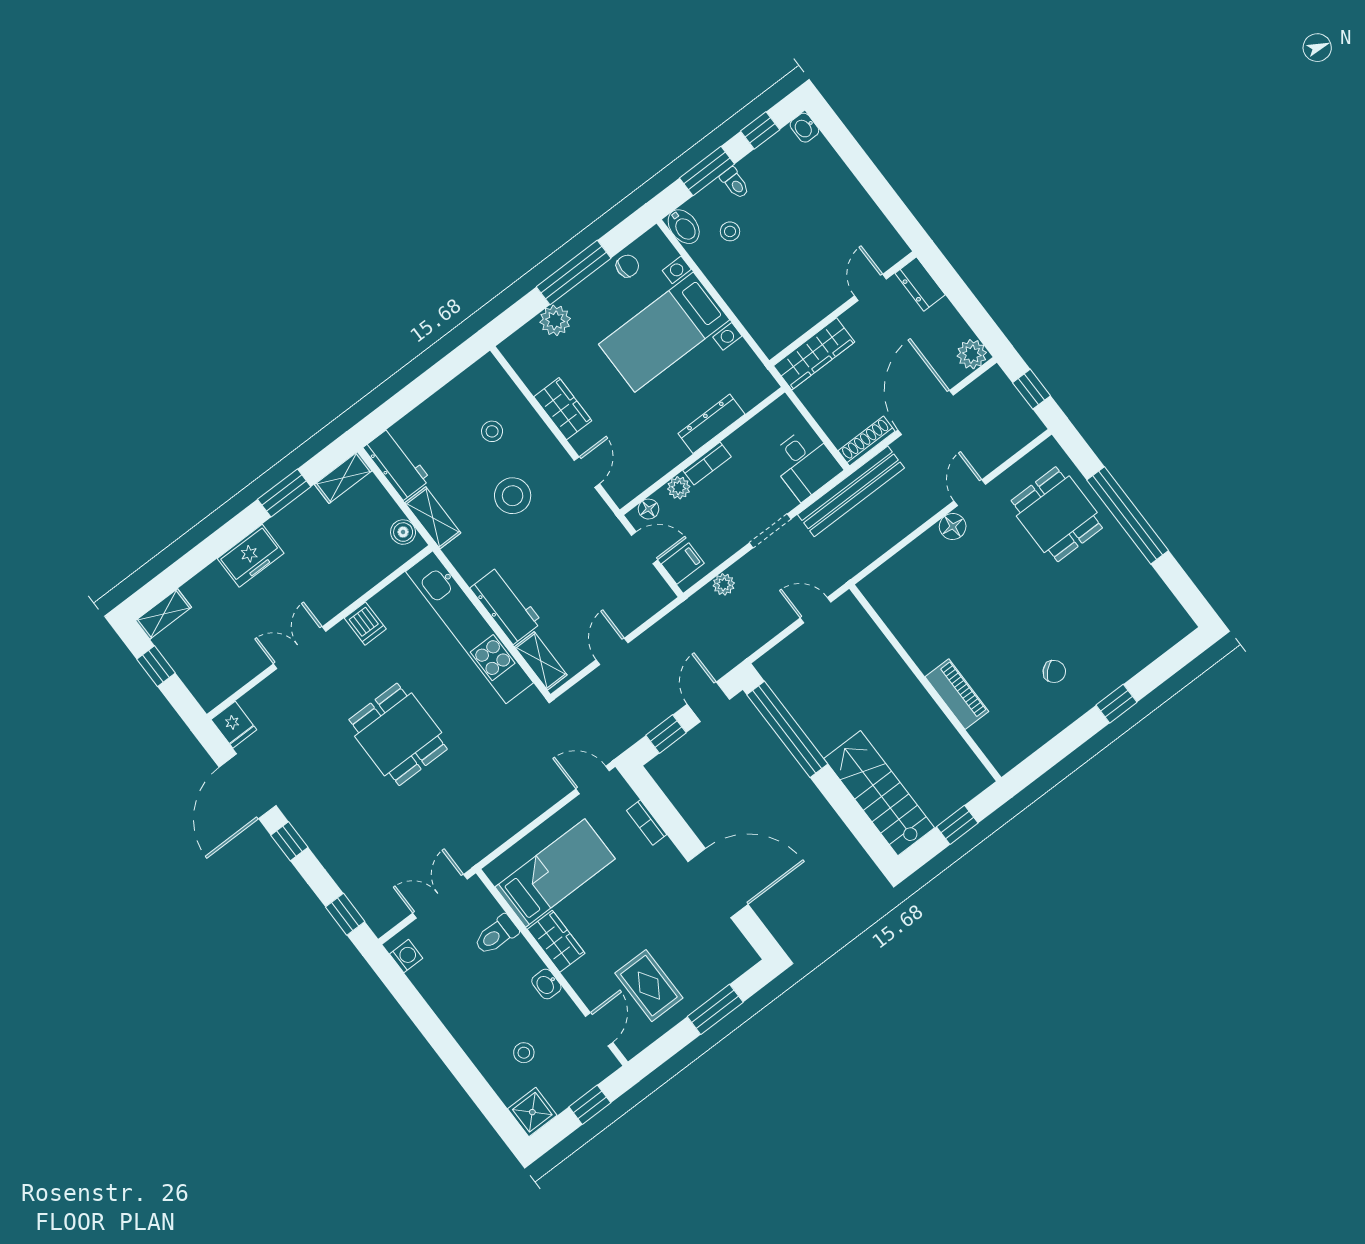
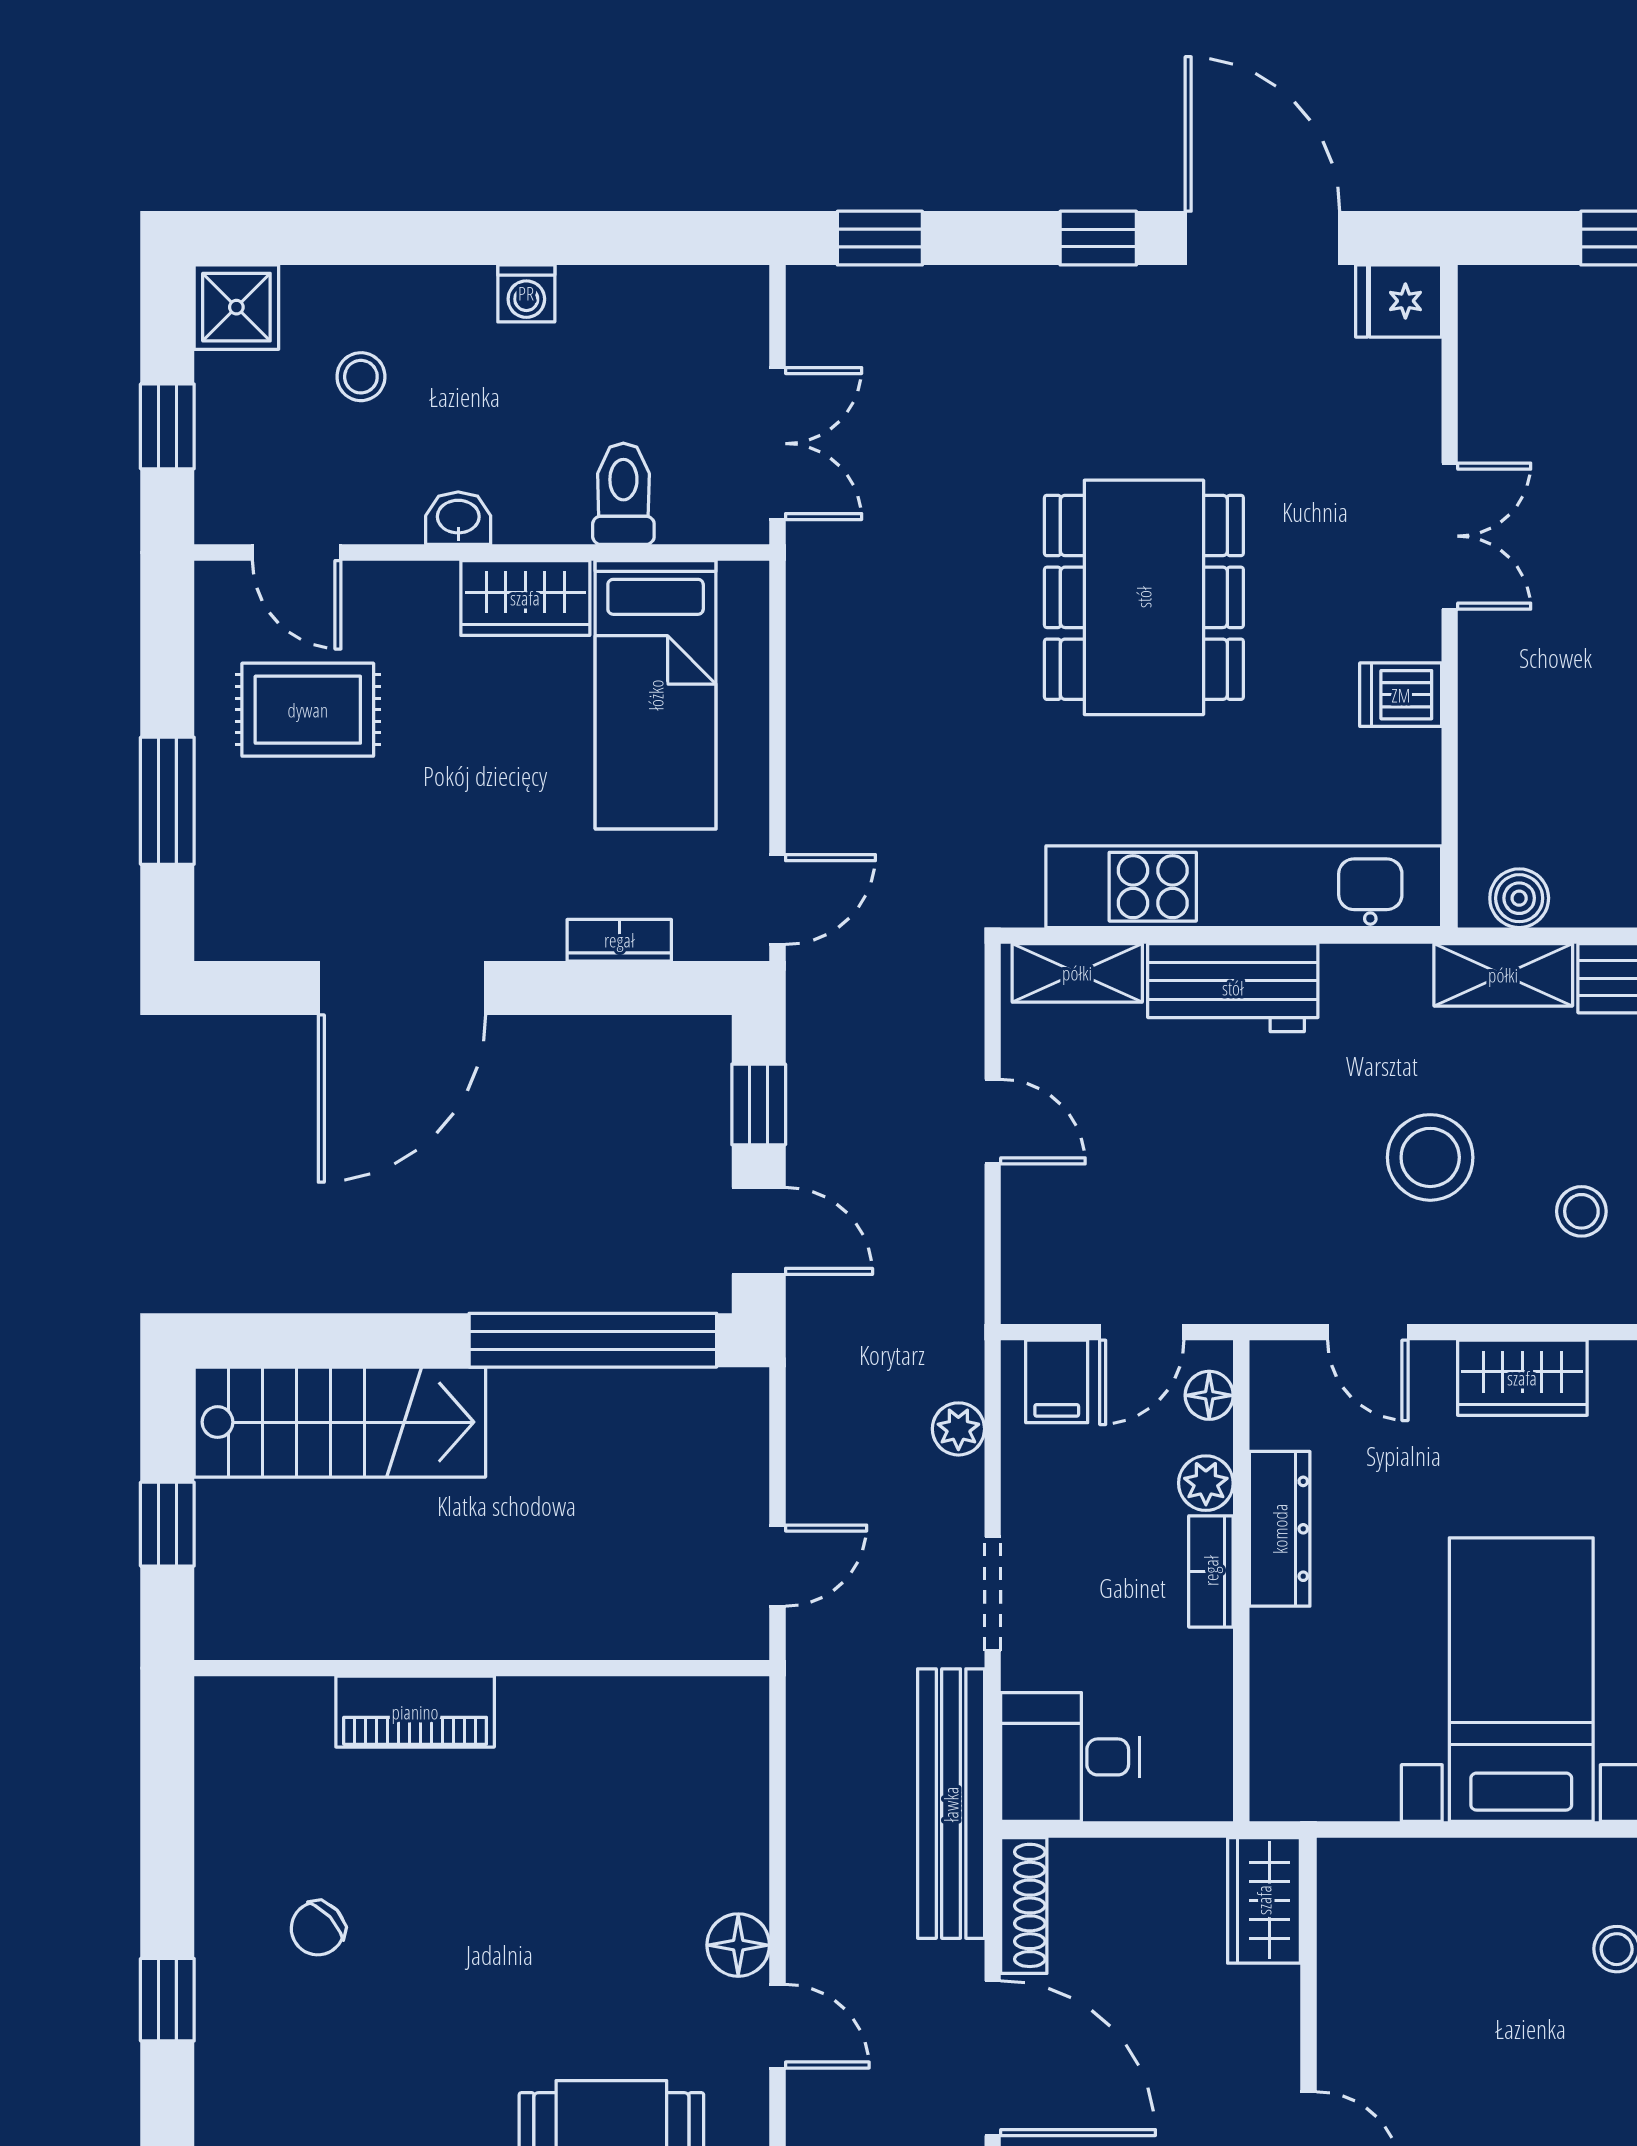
wardrobe: (814, 354) -> (1264, 1900), width x0.67
dresser: (711, 424) -> (1280, 1529), moved
dining table: (398, 734) -> (1144, 597), width x1.38
washing machine: (406, 956) -> (526, 293), moved

